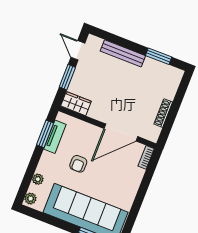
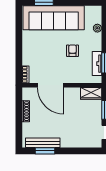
bench: (123, 53) -> (43, 143), moved
door: (121, 133) -> (51, 85), swing flipped
plant: (31, 199) -> (97, 12), removed

